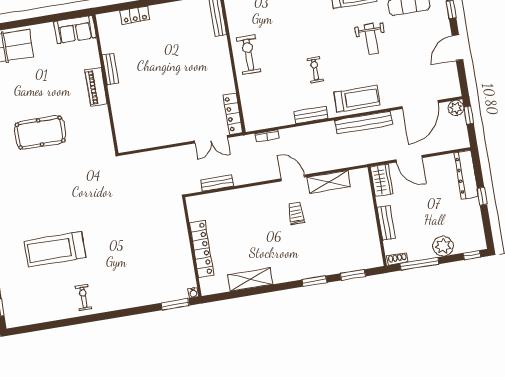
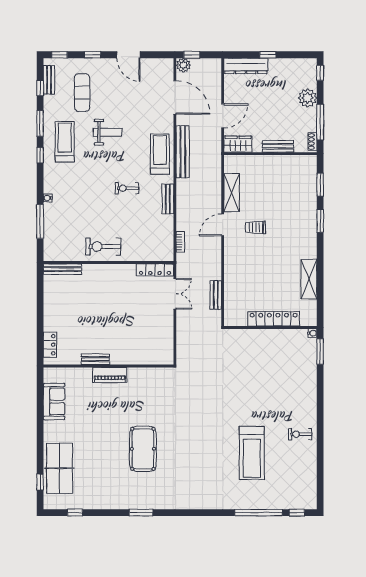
bench: (110, 69) -> (95, 359), moved
wall: (105, 84) -> (108, 366), moved
piano: (96, 87) -> (110, 375), moved

